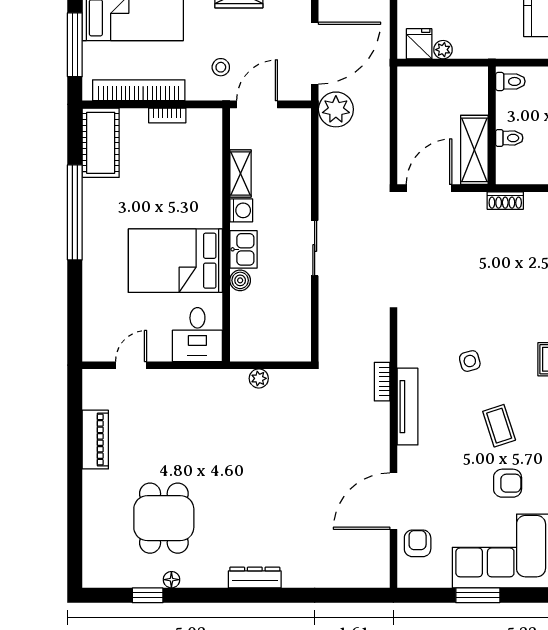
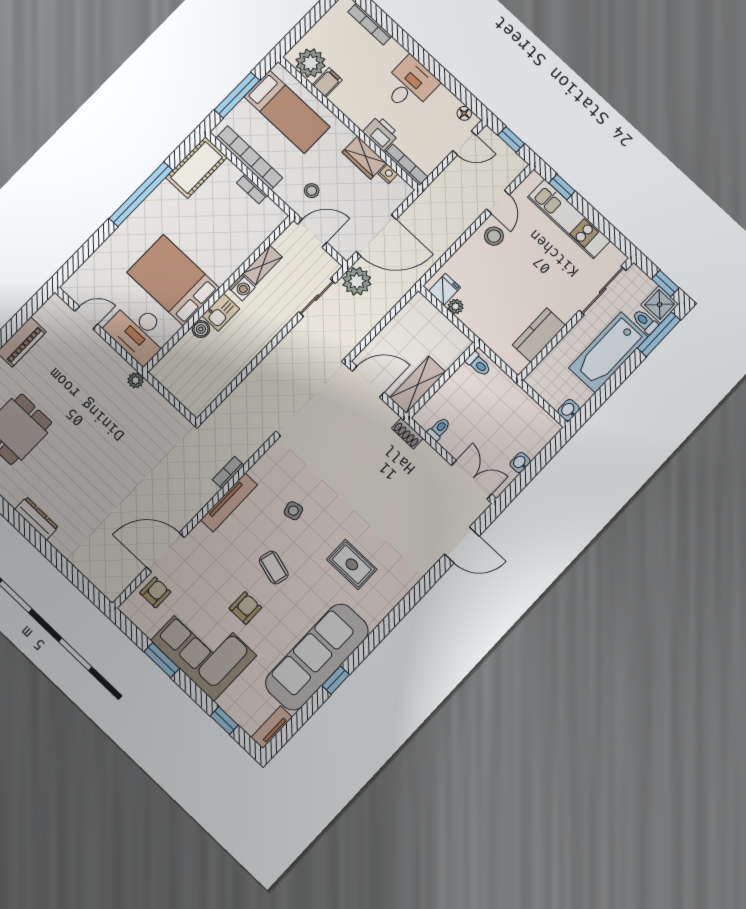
toilet: (509, 138) -> (439, 429), moved, turned -90
sliding door: (315, 248) -> (317, 298), moved
desk: (197, 335) -> (138, 332), width x1.37
plant: (259, 378) -> (136, 380), moved
coffee table: (499, 426) -> (274, 568), turned -57
armchair: (508, 483) -> (245, 608), turned -90

